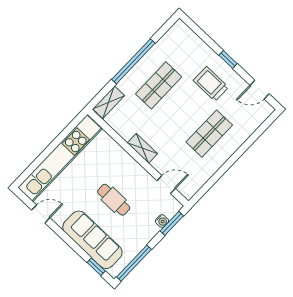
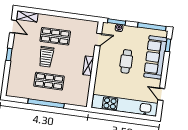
trolley: (211, 84) -> (46, 57), moved
shelving: (109, 102) -> (27, 16), moved
door: (166, 185) -> (98, 39), swing flipped

